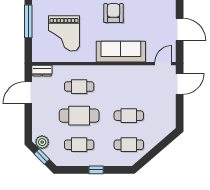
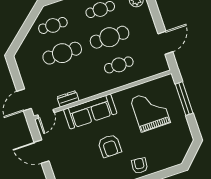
window: (28, 21) -> (184, 99), moved
dresser: (42, 71) -> (68, 99), moved
cafe table: (129, 116) -> (62, 53), width x1.37, depth x1.35

